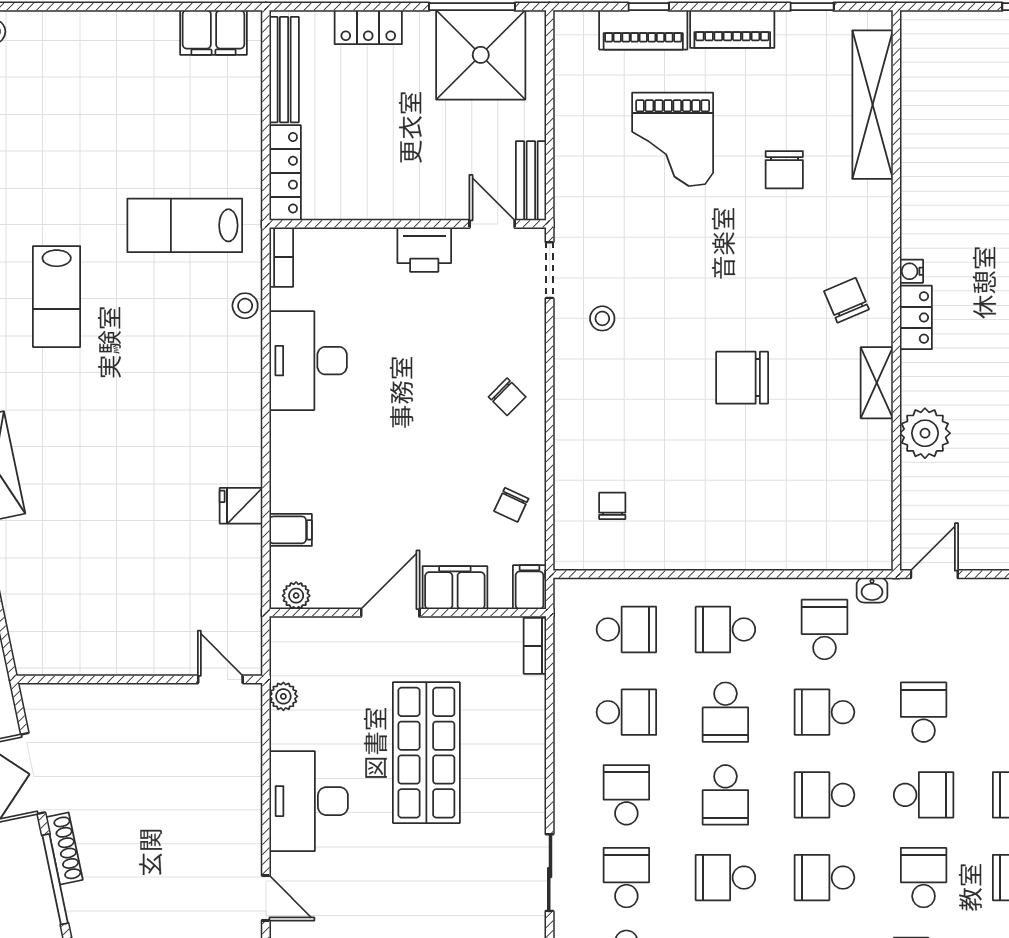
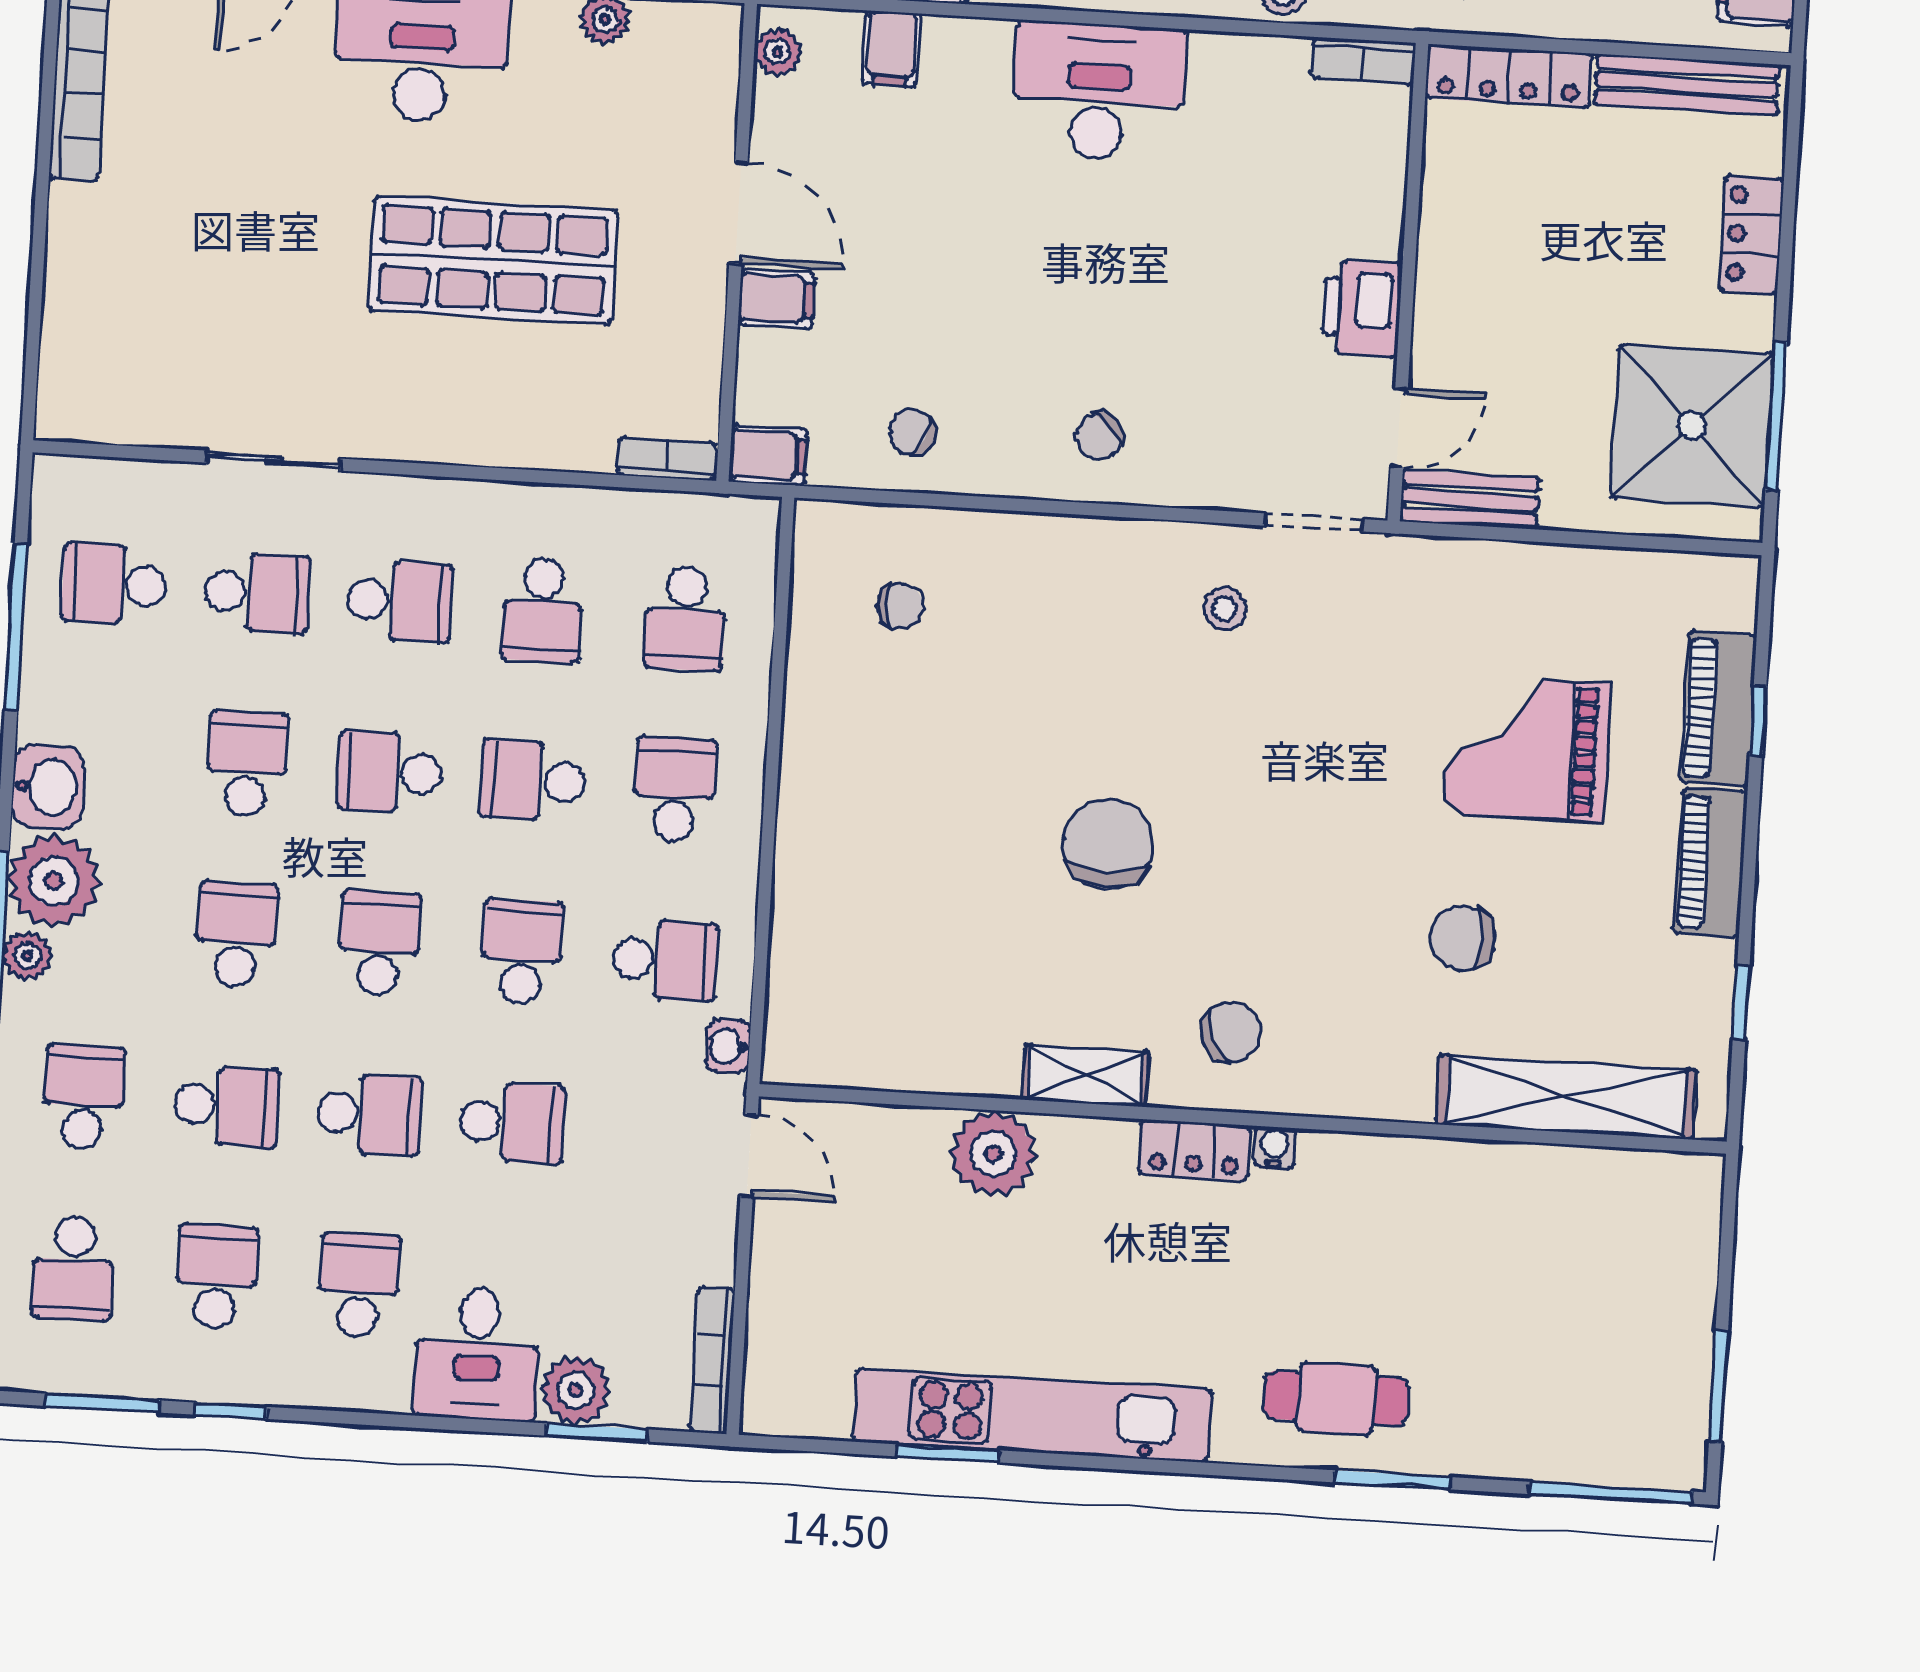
desk: (308, 361) -> (1099, 91), moved
filing cabinet: (455, 588) -> (777, 299), width x0.50
school desk: (924, 795) -> (369, 1114), turned -90

